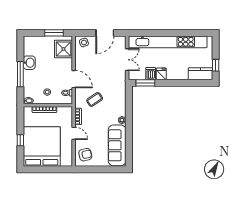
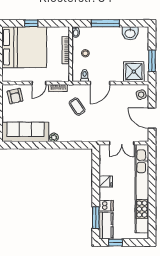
washbasin: (29, 63) -> (130, 33), moved
dishwasher: (151, 74) -> (106, 206), moved
window: (145, 83) -> (96, 218), moved

